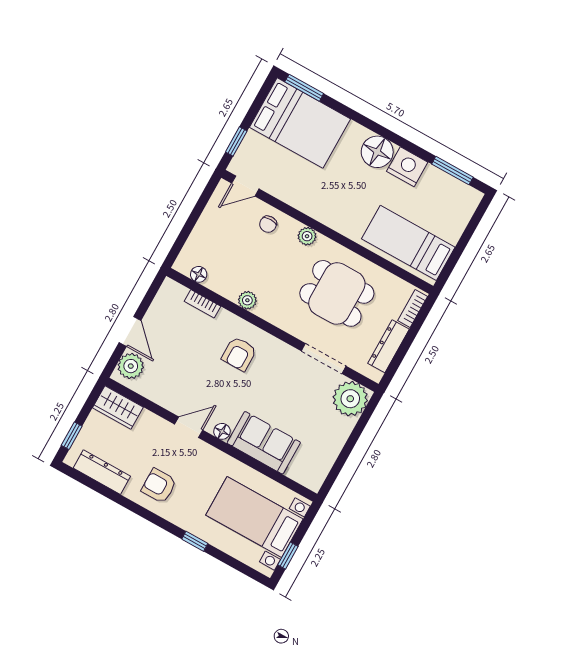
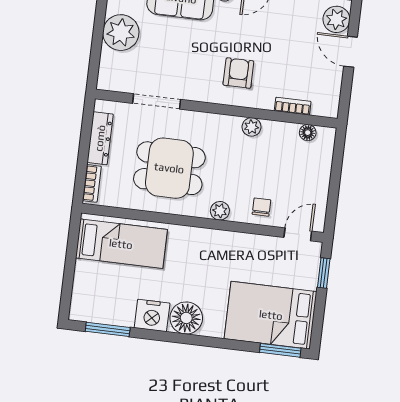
plant: (350, 399) -> (121, 33), moved

